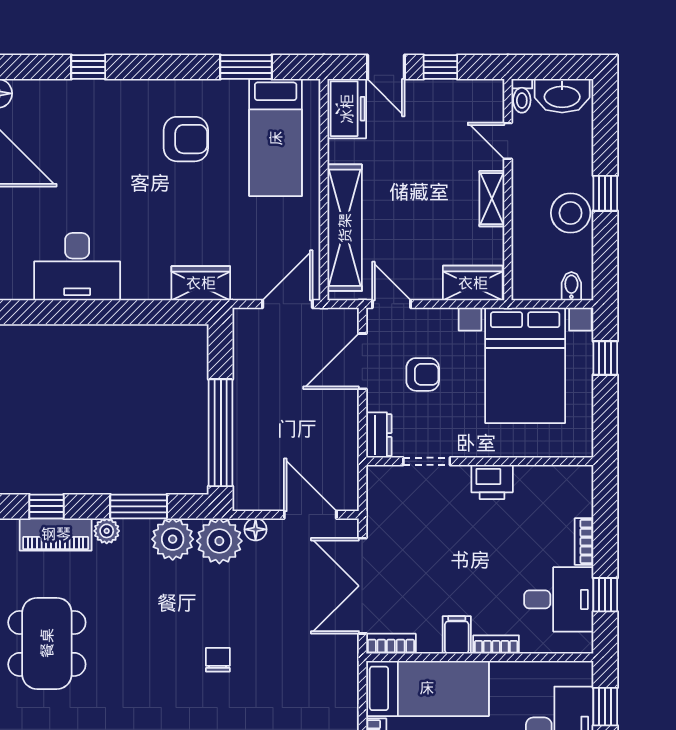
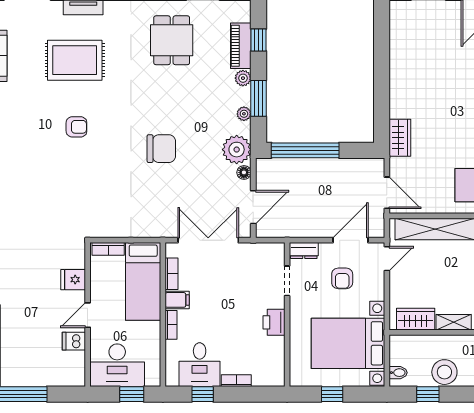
window: (605, 193) -> (428, 394), moved
desk: (77, 267) -> (410, 59), removed
wardrobe: (473, 283) -> (416, 319), moved, turned -90
window: (605, 358) -> (332, 394), moved
door: (362, 361) -> (351, 240), hinge flipped
plant: (173, 539) -> (244, 114), width x0.53, depth x0.53
dining table: (47, 643) -> (172, 40), width x0.73
bookcase: (391, 644) -> (172, 274), moved
chair: (218, 660) -> (161, 149), width x1.87, depth x1.87

